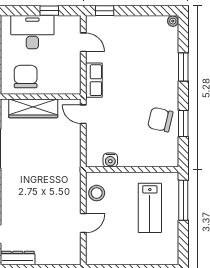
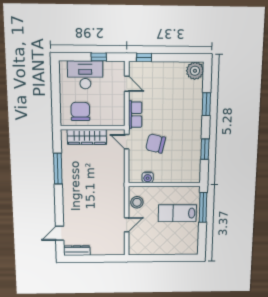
plant: (173, 21) -> (195, 71), width x1.88, depth x1.88
chair: (160, 120) -> (156, 144), moved
lab bench: (150, 208) -> (177, 213), turned 90

